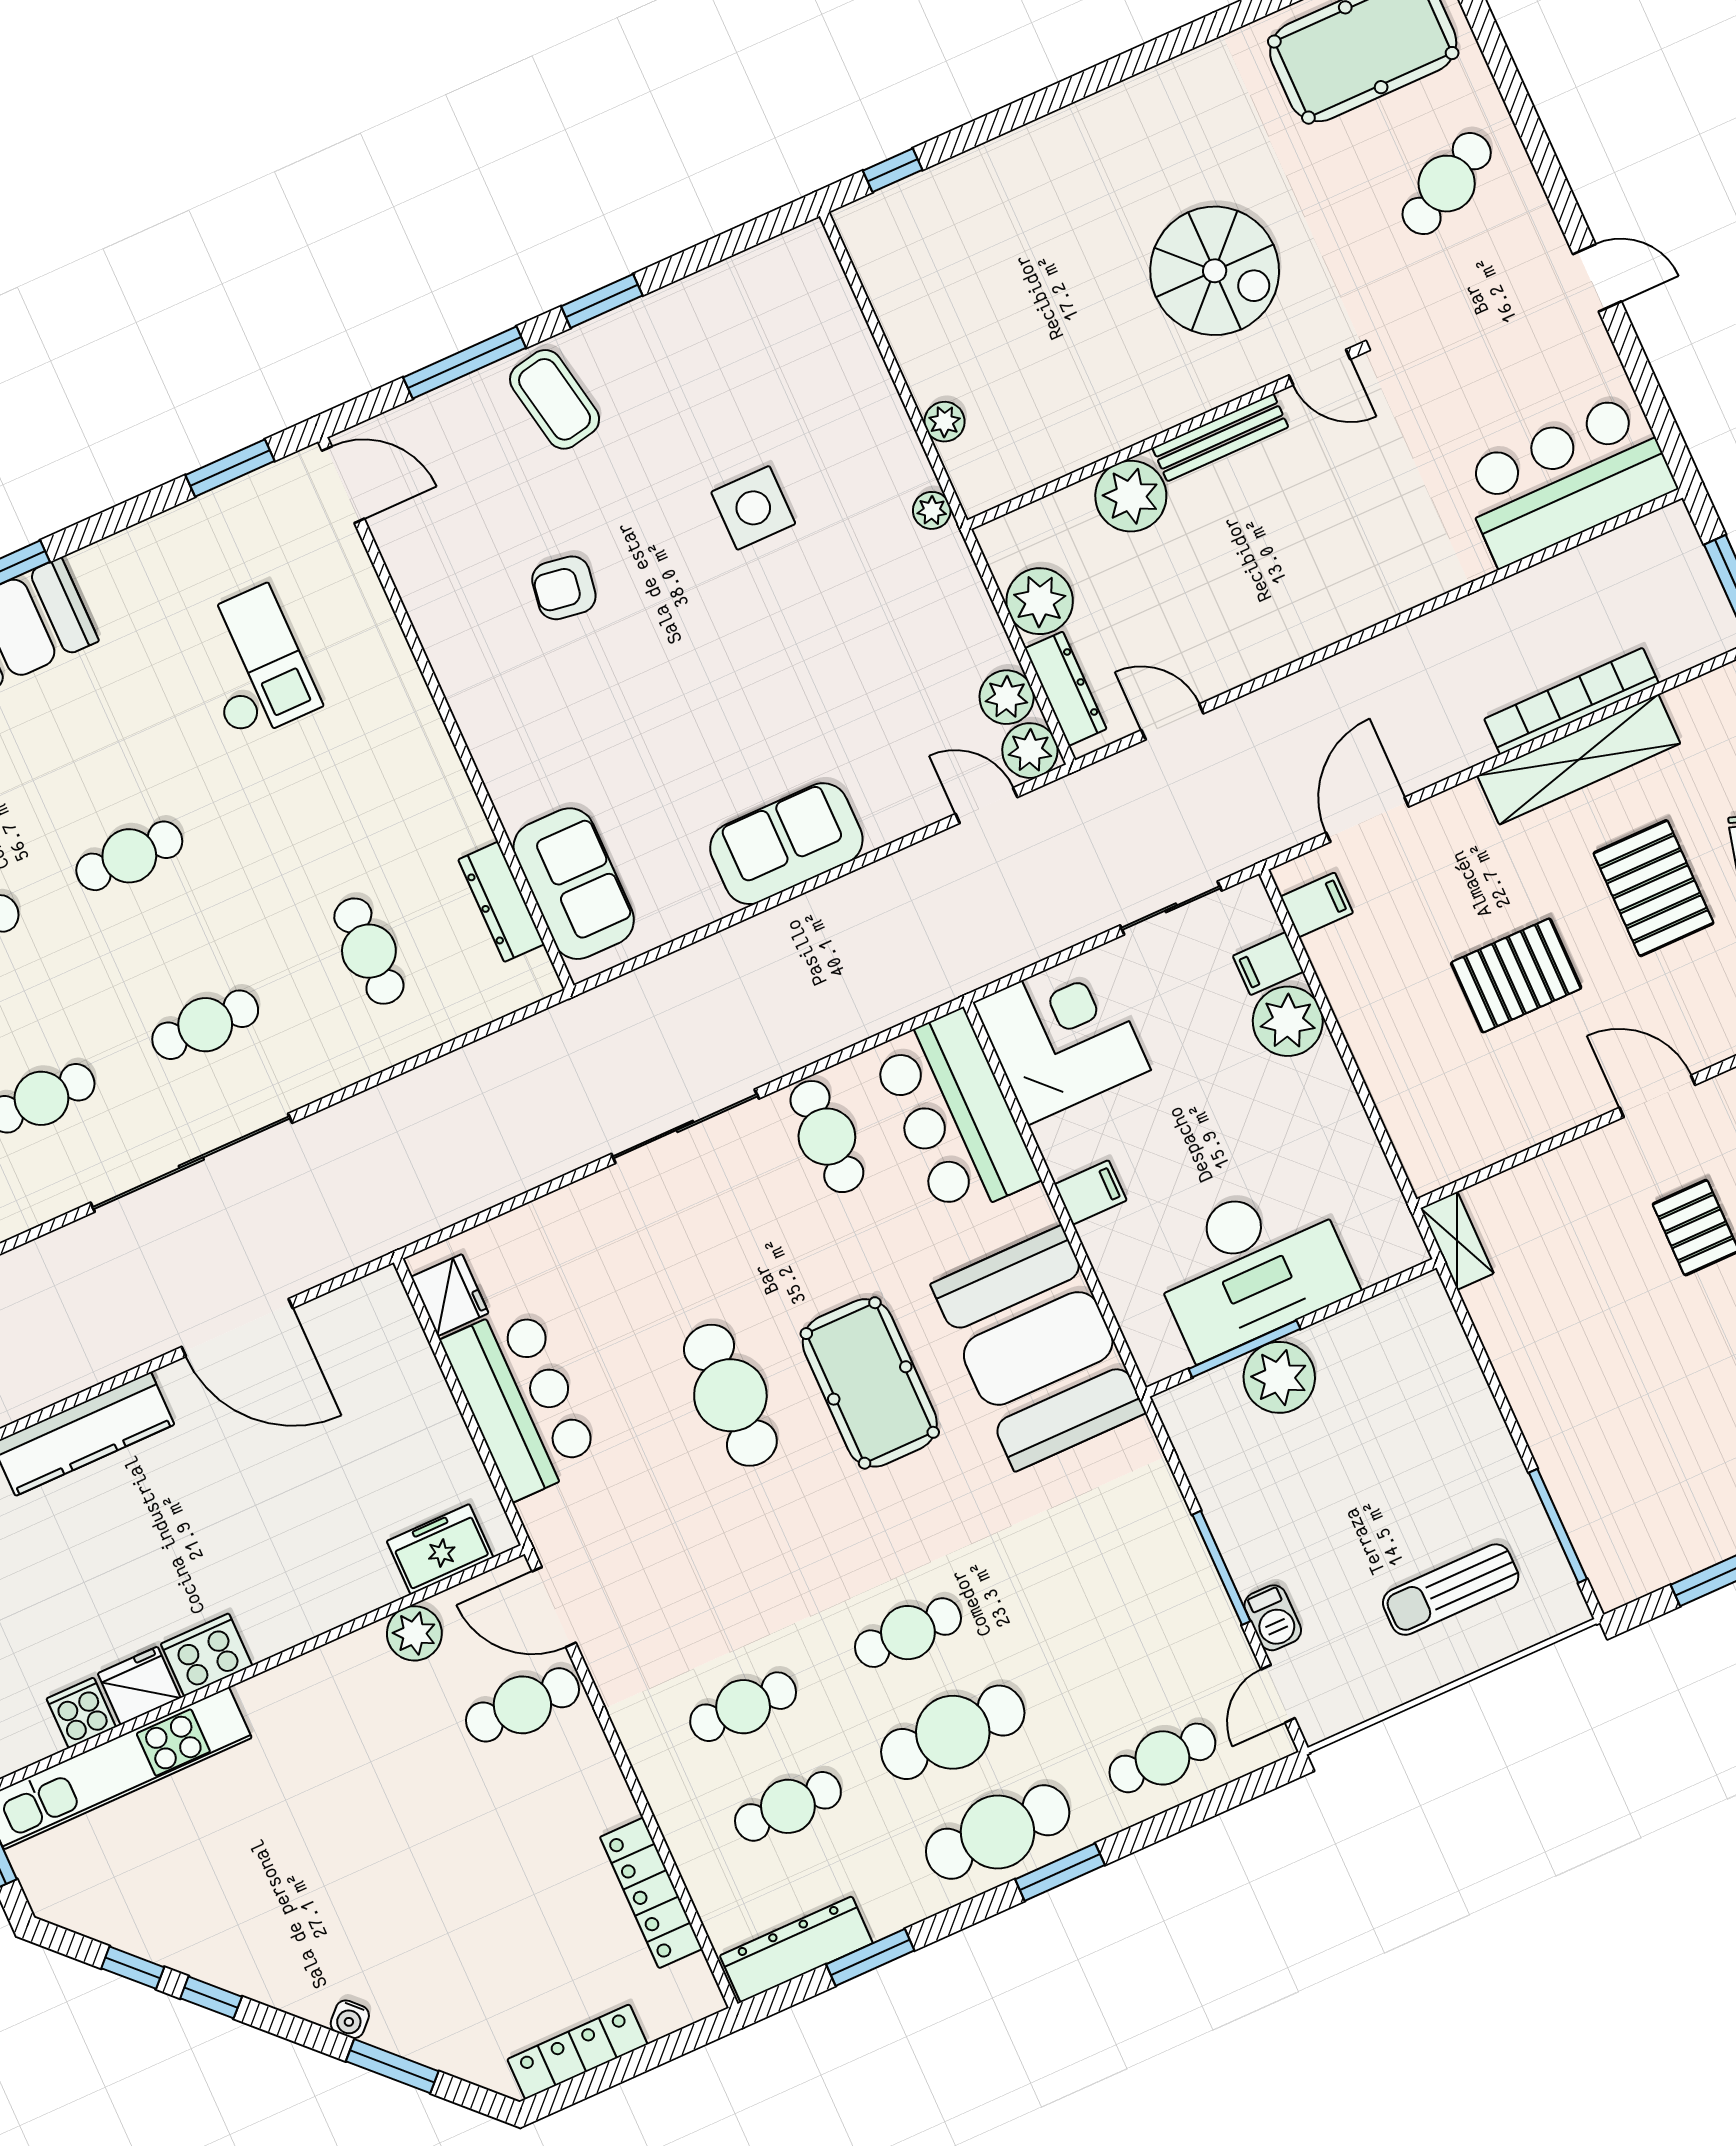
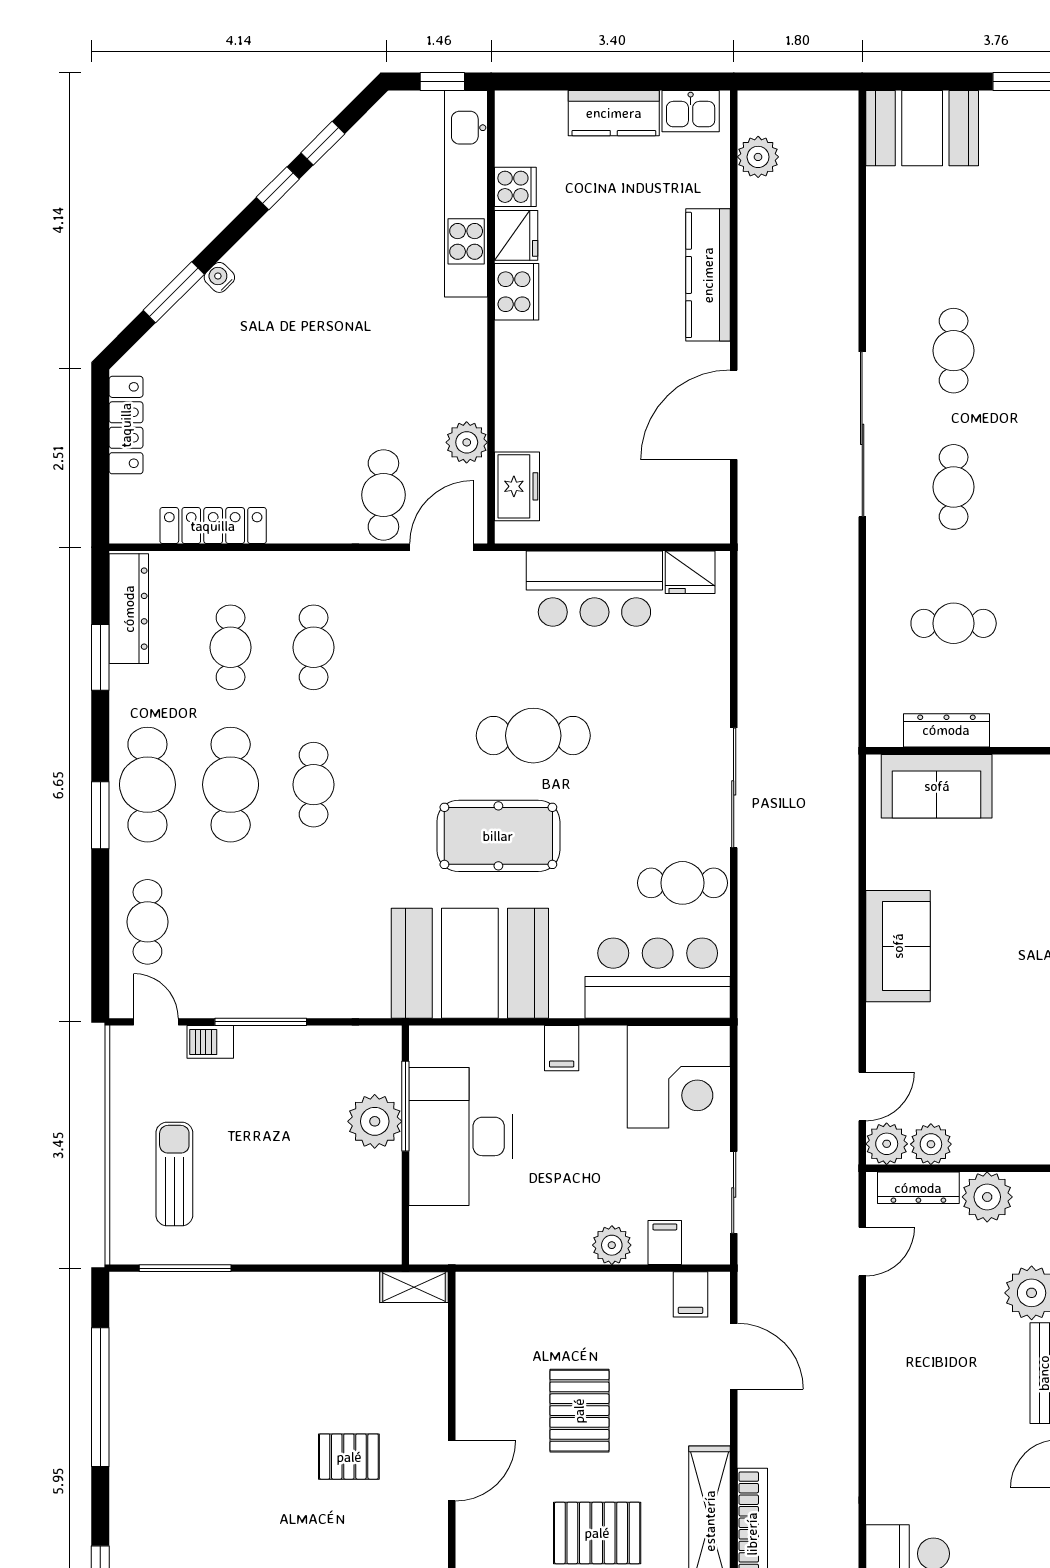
plant: (1288, 1021) -> (612, 1245), width x0.73, depth x0.73

